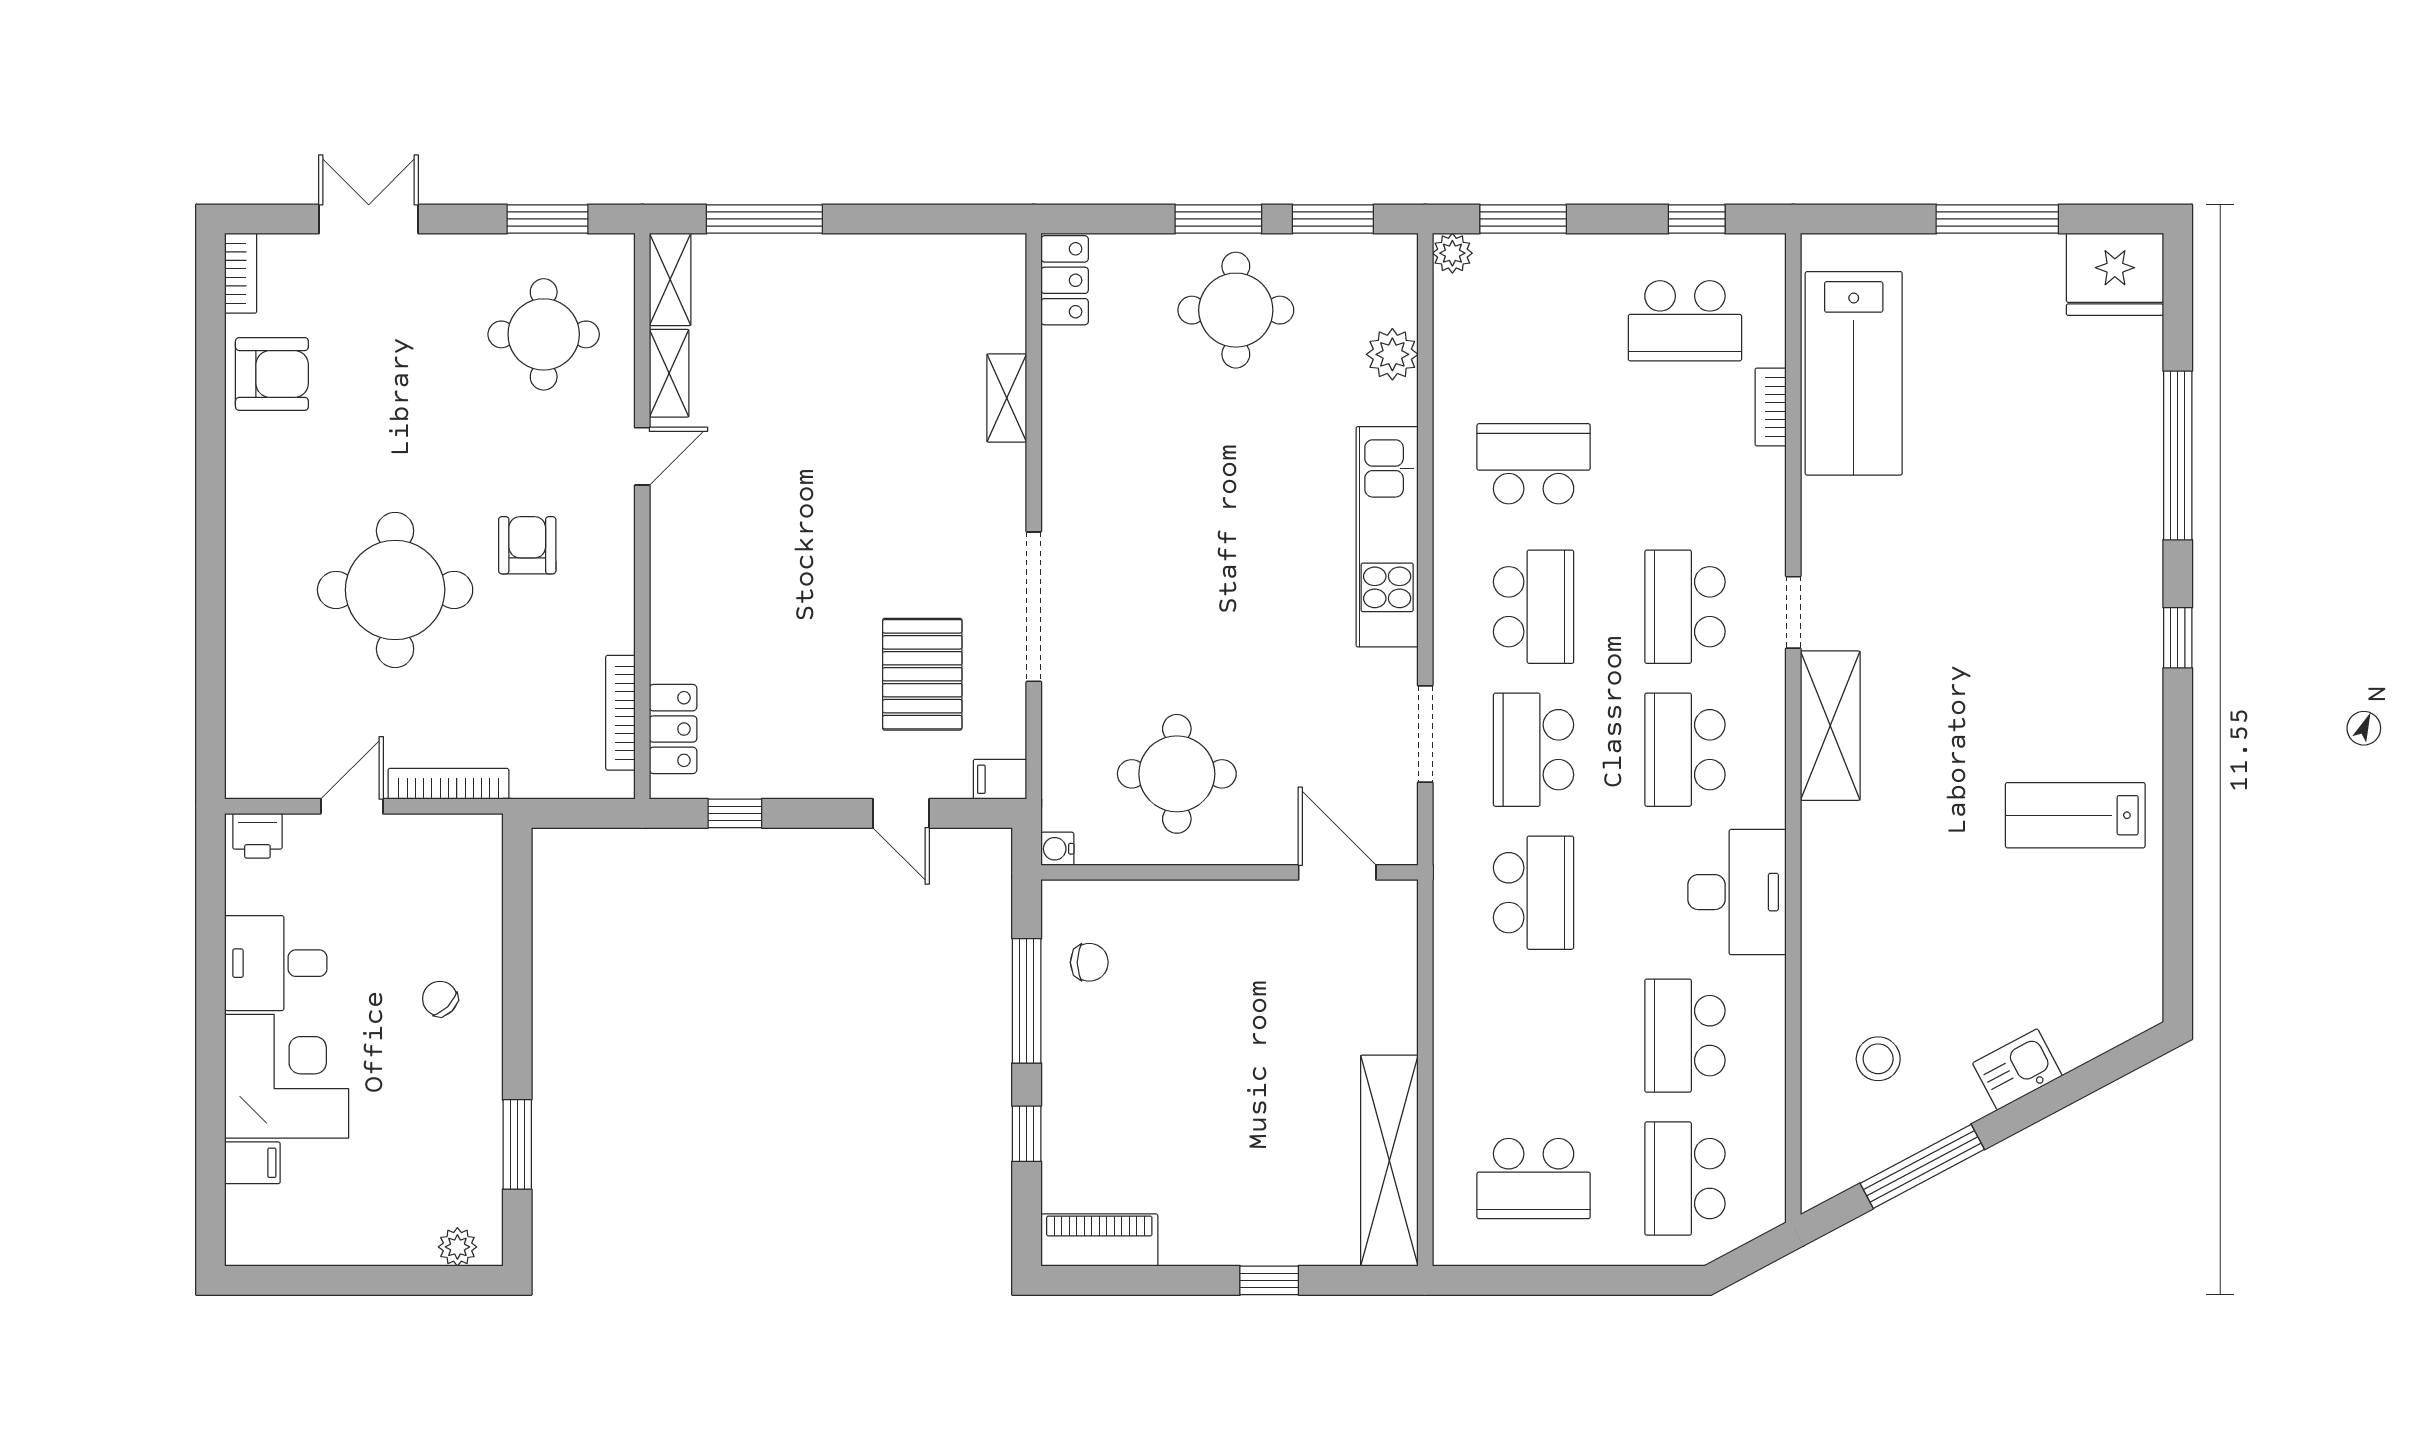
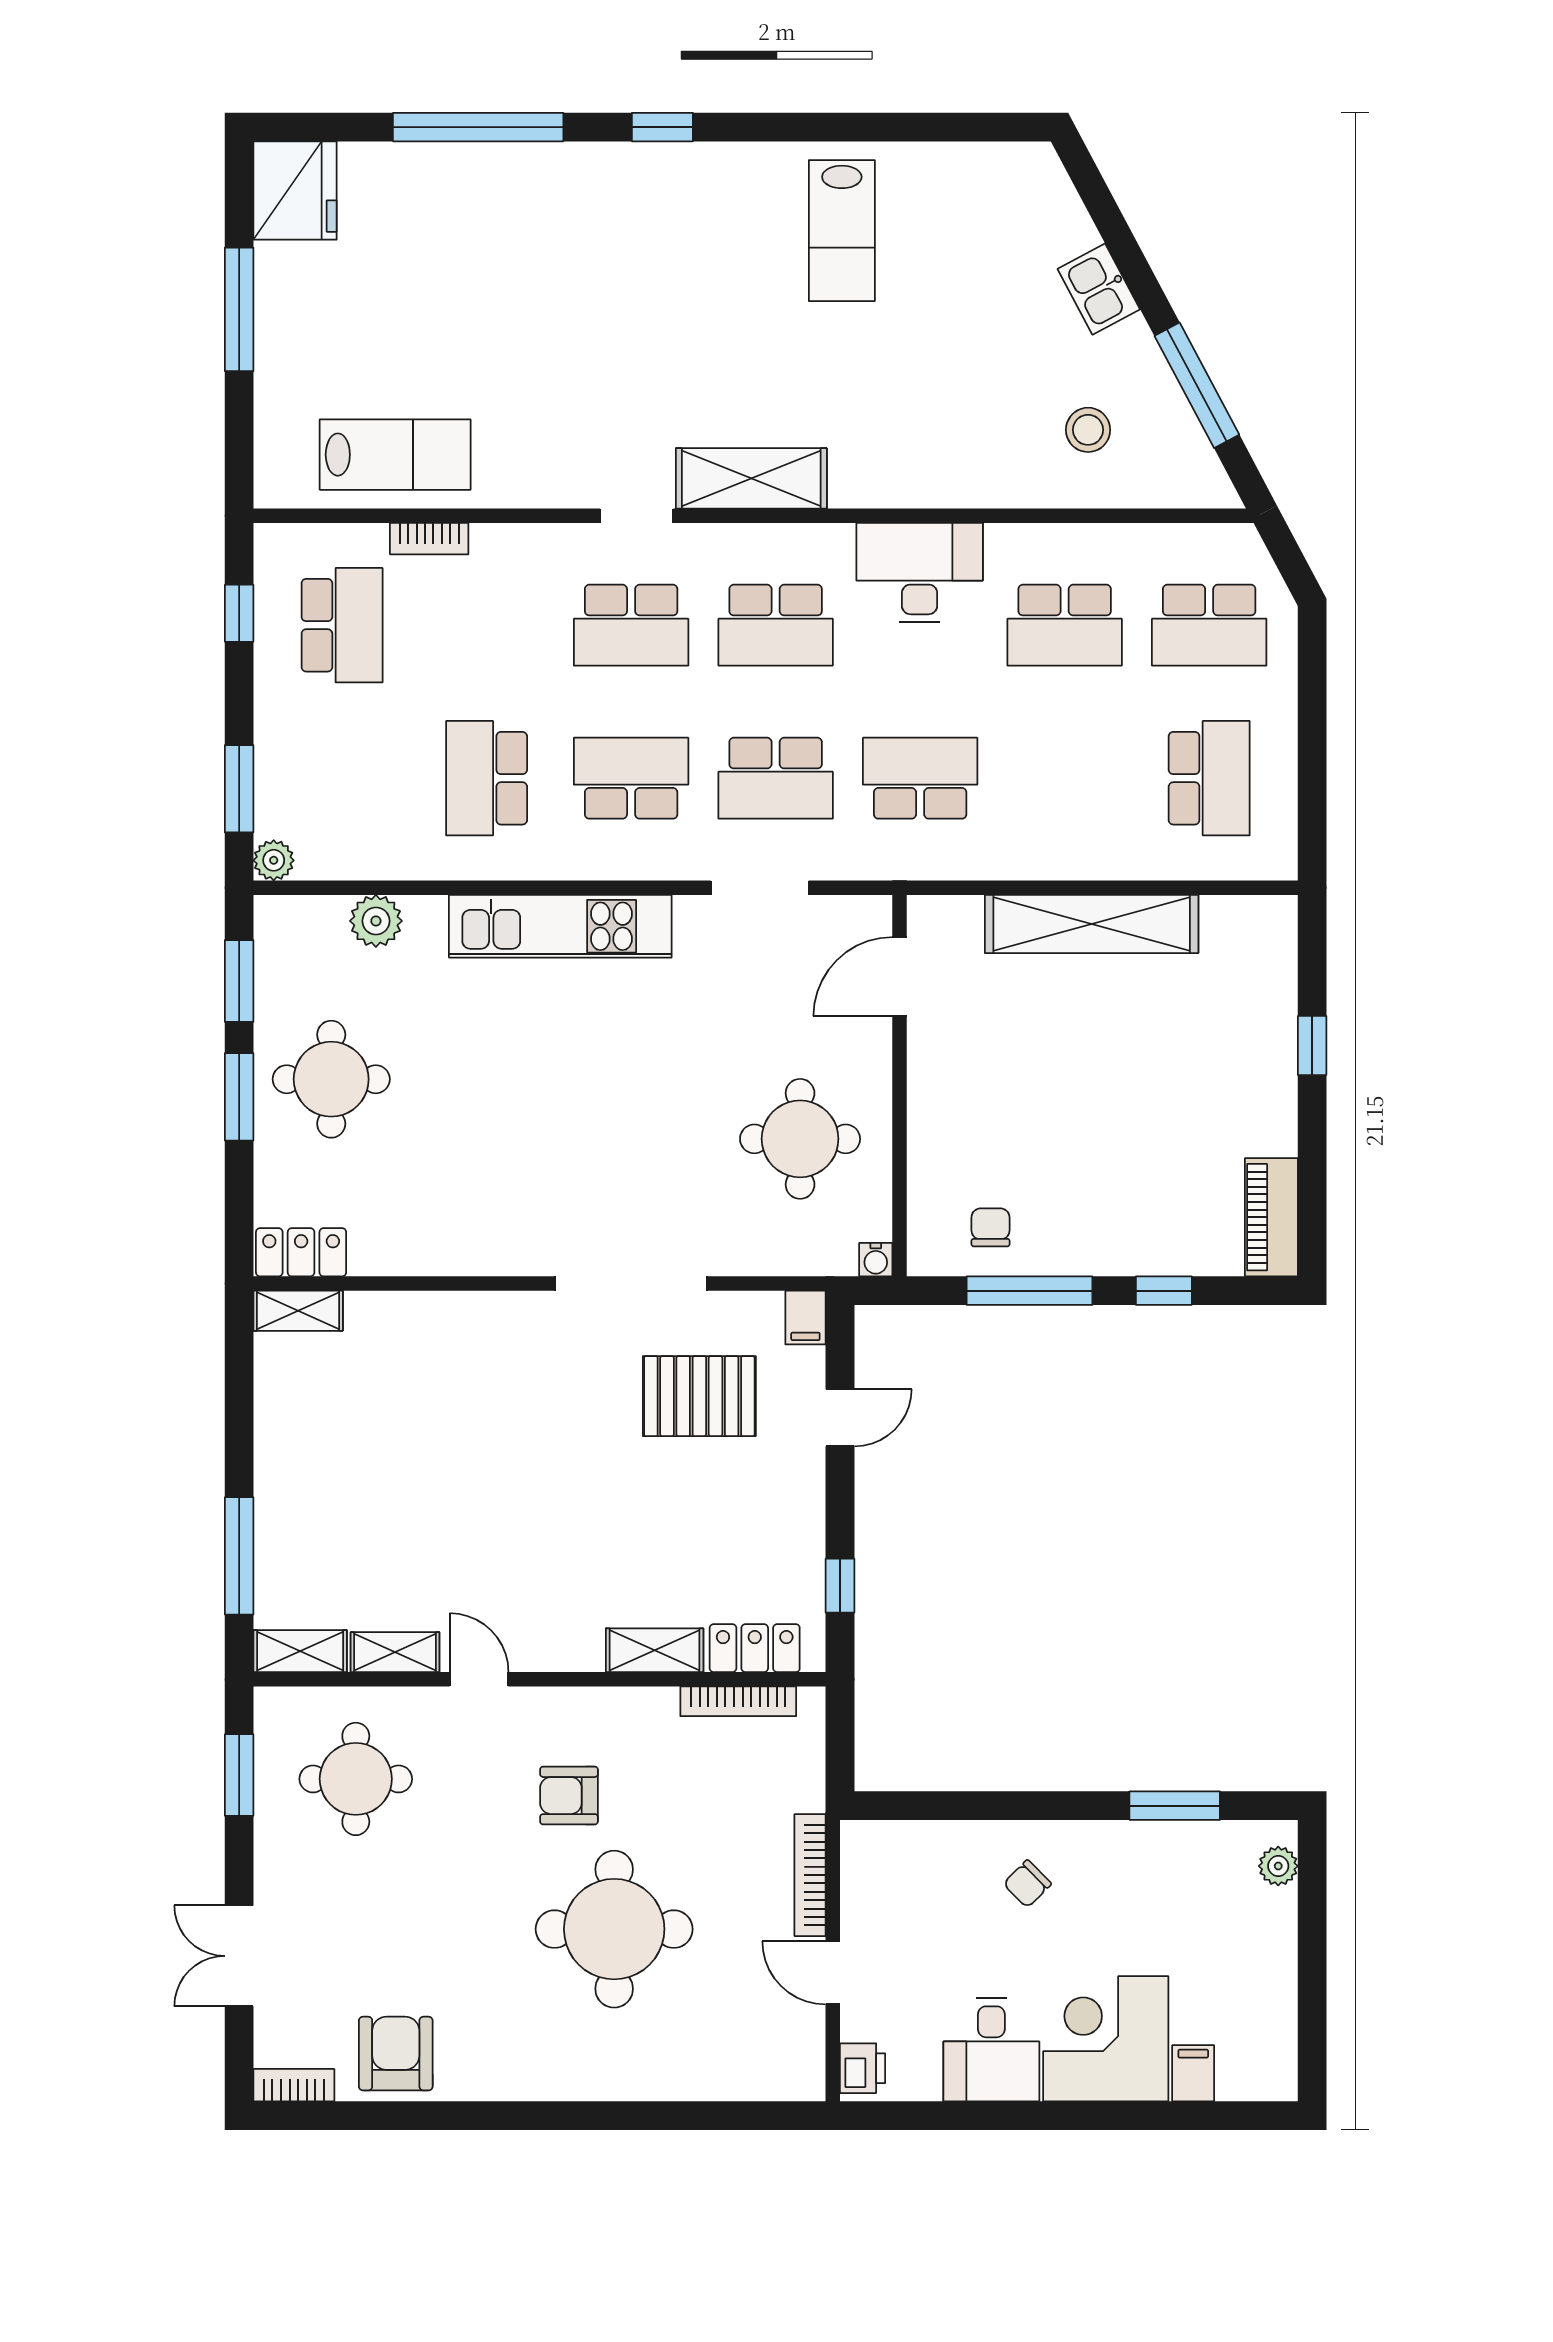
lab bench: (1854, 373) -> (395, 455), width x0.73, depth x0.72
shelving: (1007, 398) -> (298, 1311), moved
shelving: (671, 630) -> (655, 1650), added
shelving: (1389, 1161) -> (1092, 924), moved

